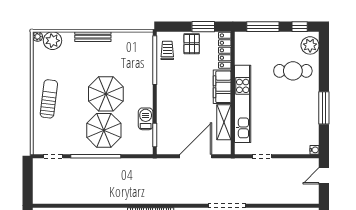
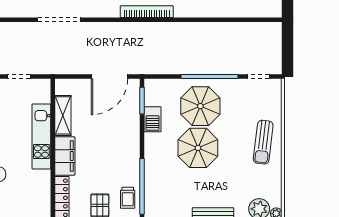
kitchen unit: (243, 104) -> (41, 137), width x0.73
door: (196, 156) -> (110, 77), moved

